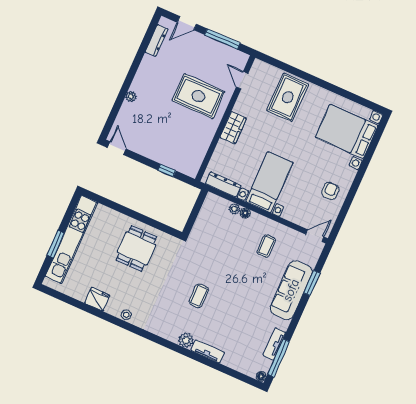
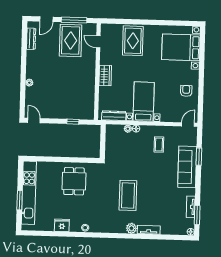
rug: (198, 96) -> (71, 40), moved, turned 90
coffee table: (199, 296) -> (128, 195), width x1.86, depth x1.72
window: (279, 358) -> (197, 215), width x0.69

